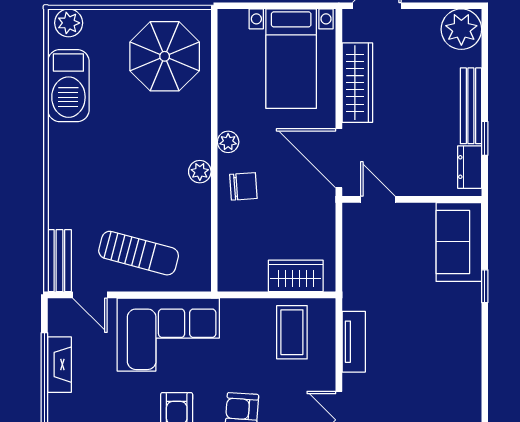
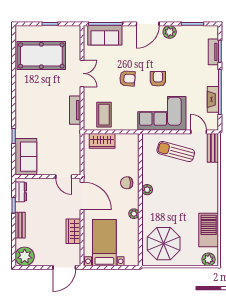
wardrobe: (357, 83) -> (73, 231), width x0.67
bench: (471, 106) -> (20, 225), width x0.73
plant: (228, 142) -> (134, 214), moved

